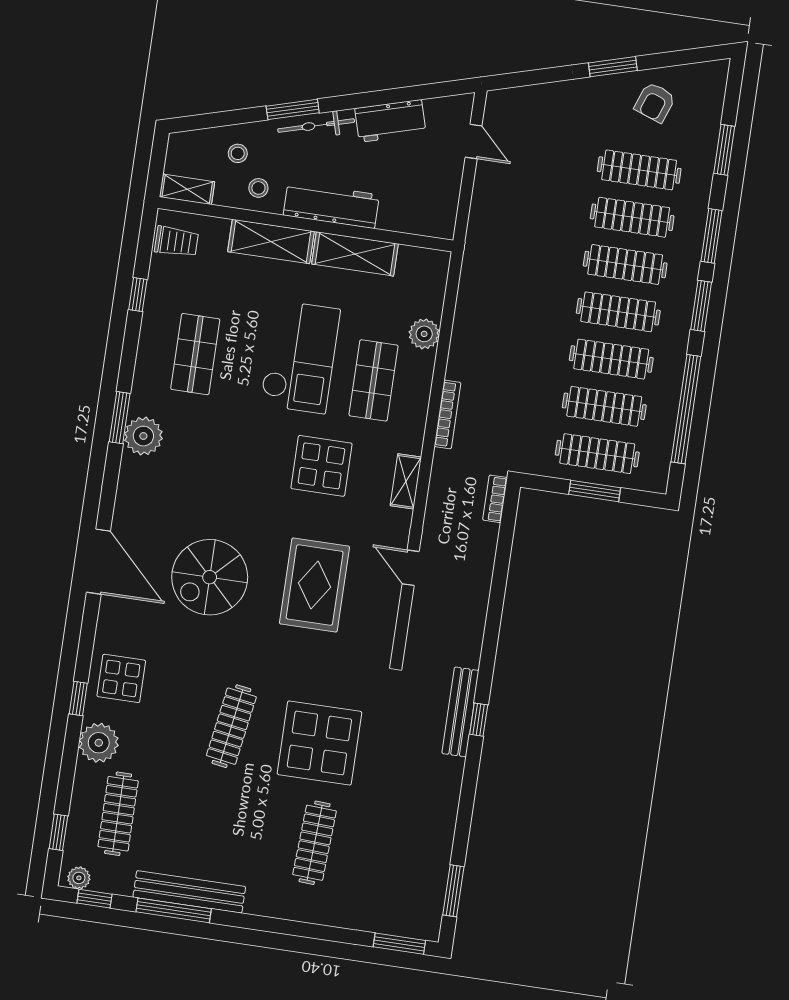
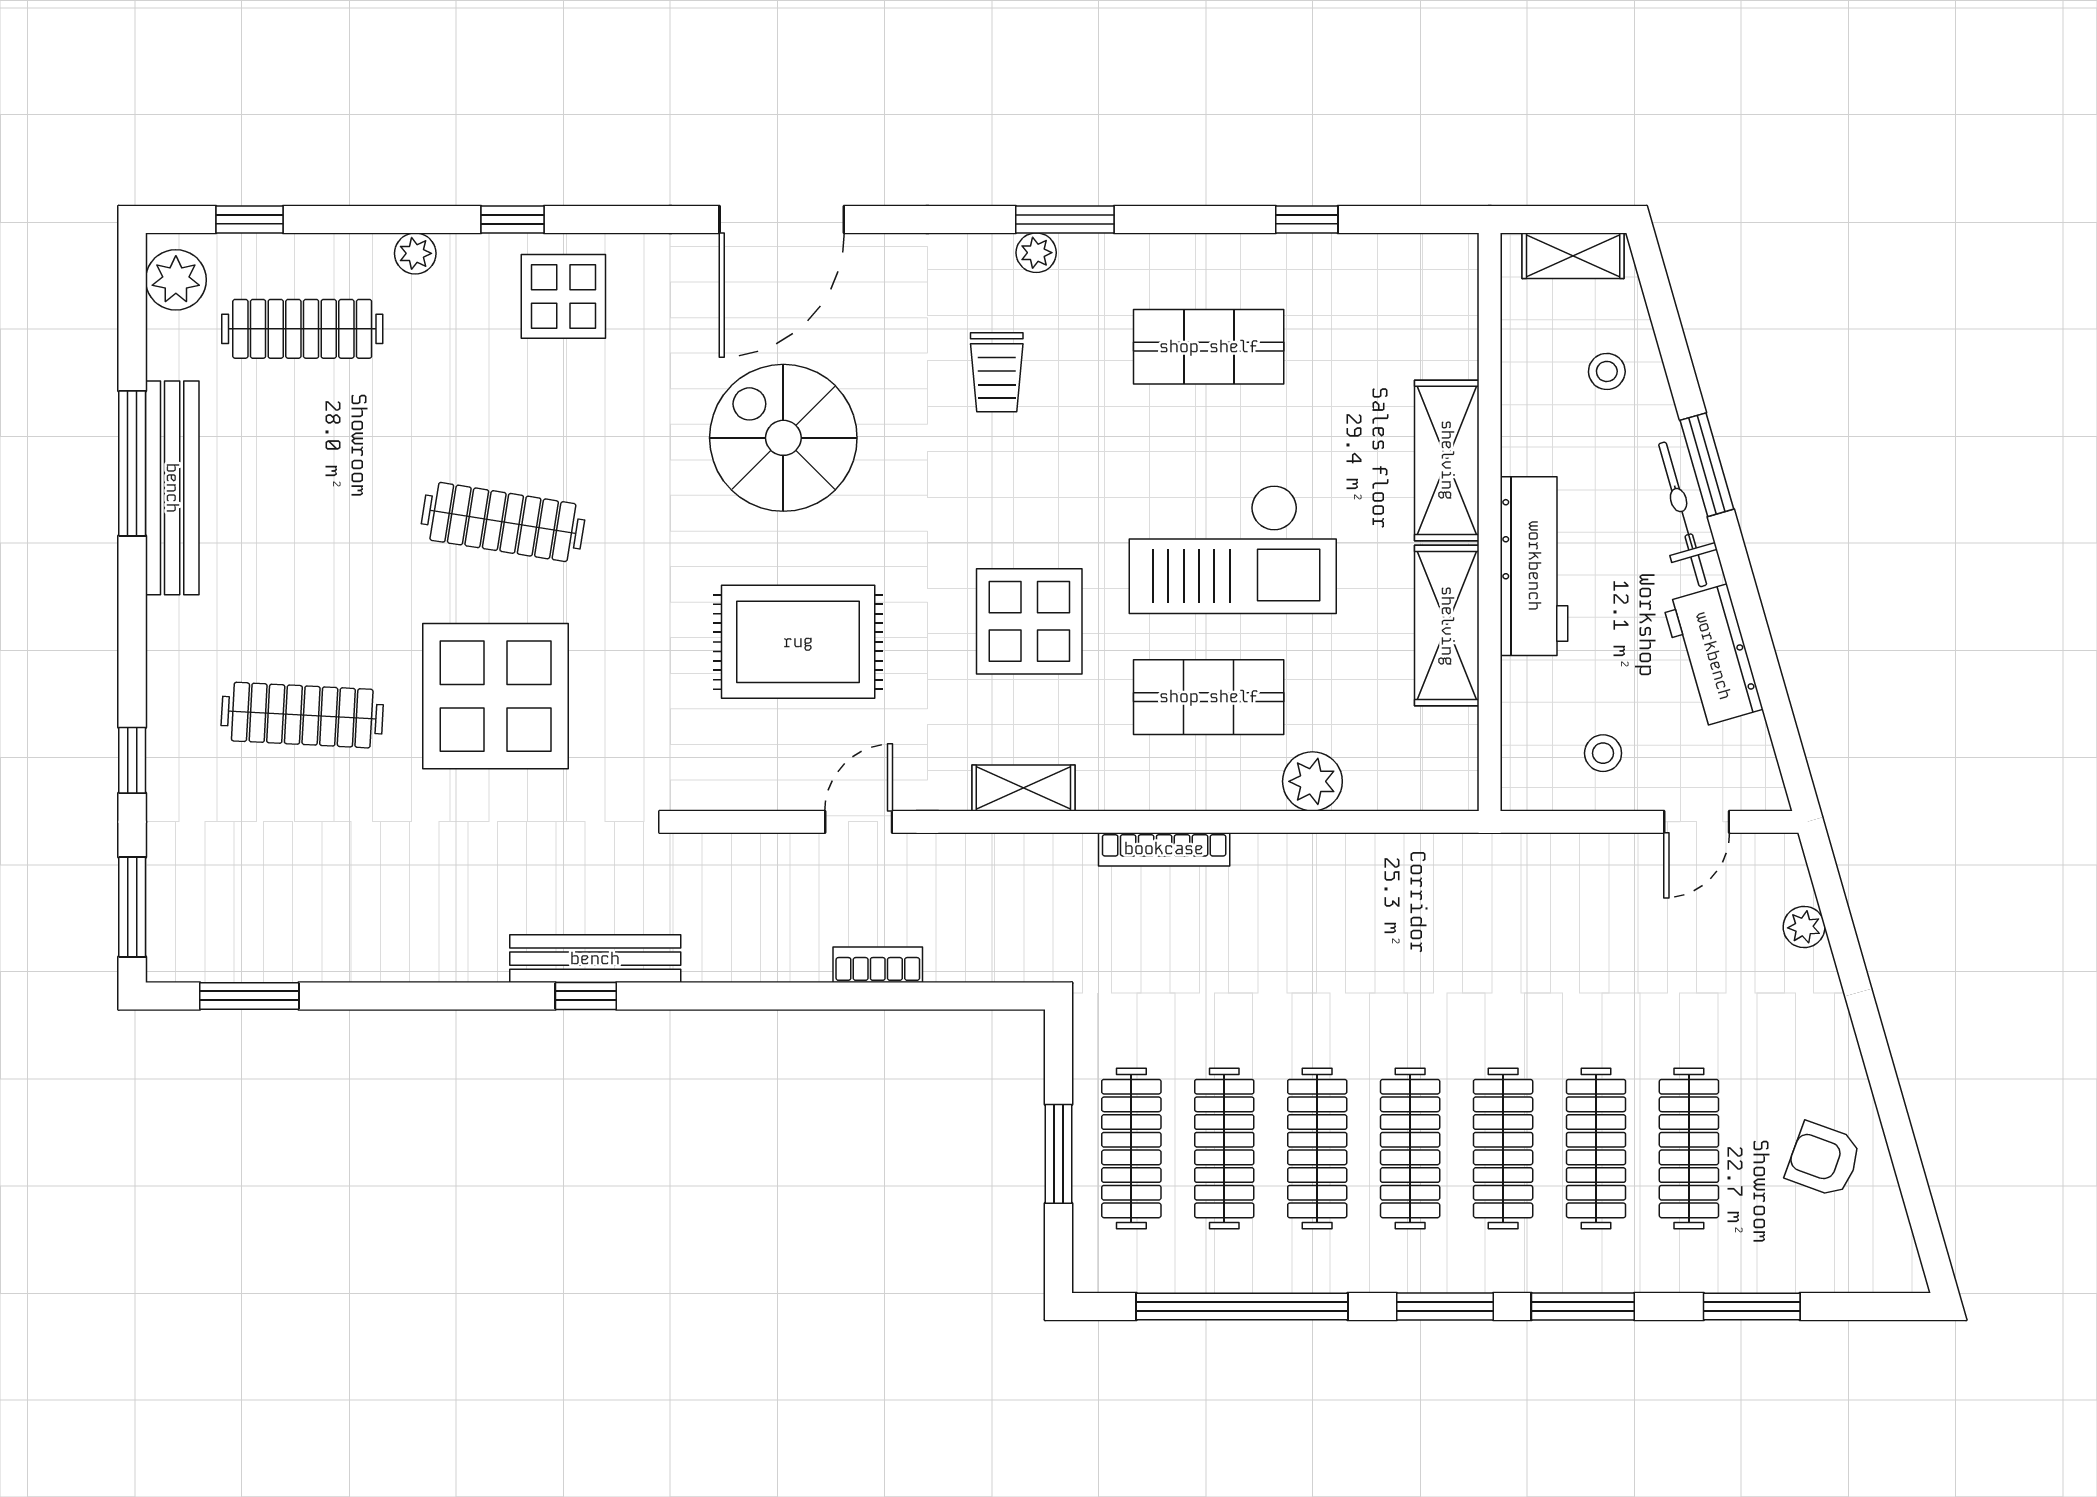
window: (613, 67) -> (1880, 1069), removed
plant: (535, 95) -> (1804, 927), added
stool: (258, 188) -> (1603, 753), moved
shelving: (187, 189) -> (1573, 256), moved, turned 90
trolley: (176, 242) -> (997, 372), moved
plant: (143, 436) -> (1036, 253), width x0.53, depth x0.53
bookcase: (495, 499) -> (878, 965), moved
plant: (99, 743) -> (415, 253), width x0.53, depth x0.53
plant: (79, 878) -> (176, 280), width x1.38, depth x1.38
window: (94, 899) -> (132, 760), moved

